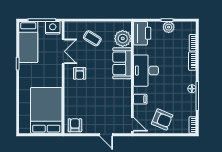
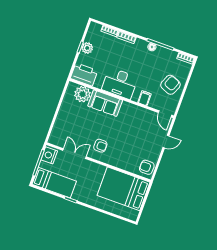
coffee table: (92, 38) -> (72, 122), removed
door: (132, 124) -> (165, 114), swing flipped

